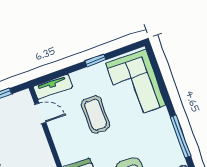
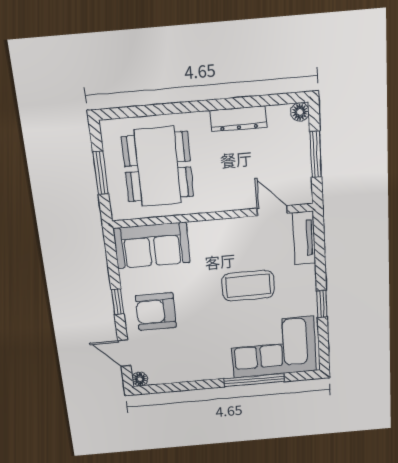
door: (40, 113) -> (272, 211), swing flipped
window: (181, 136) -> (254, 380), moved

